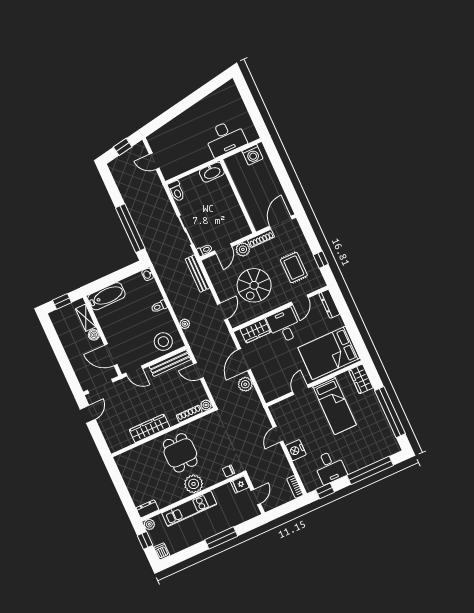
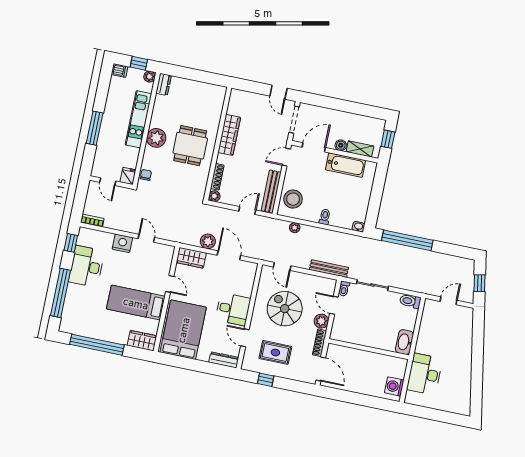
bathtub: (106, 296) -> (346, 165), moved, turned -90
wardrobe: (255, 331) -> (191, 258), moved, turned -90
dining table: (180, 453) -> (190, 146), turned 90
desk: (330, 467) -> (87, 266), width x1.37

